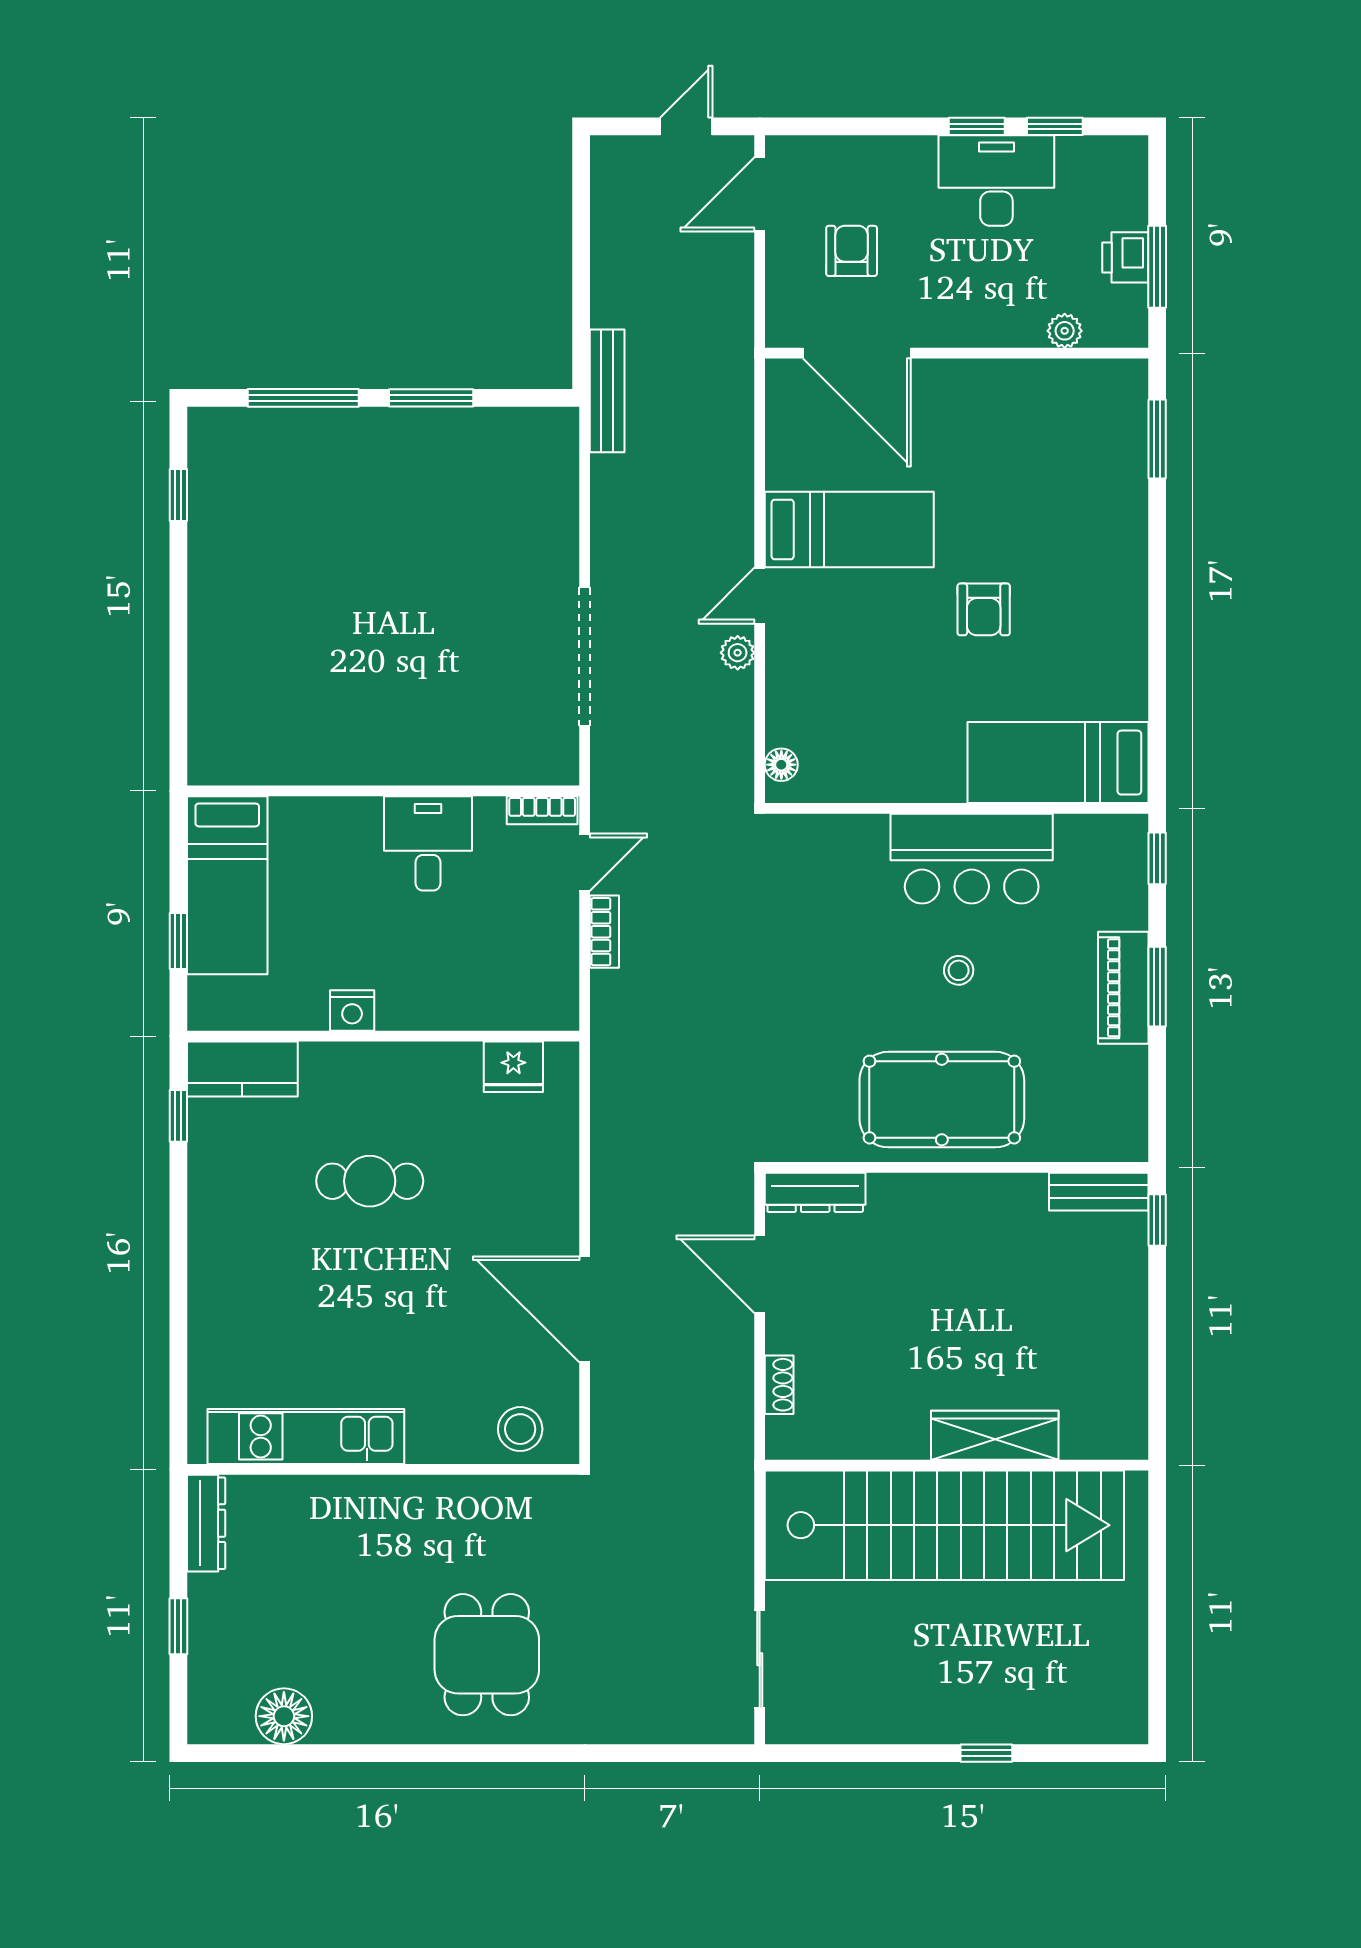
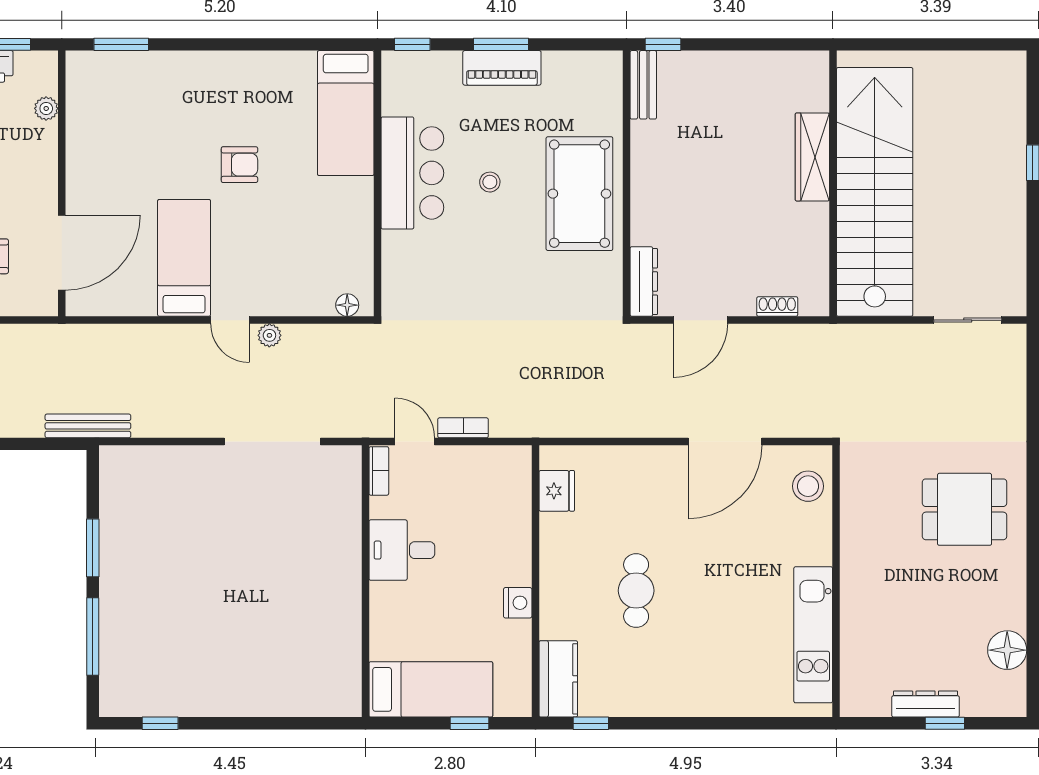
dresser: (206, 1523) -> (926, 704), moved

